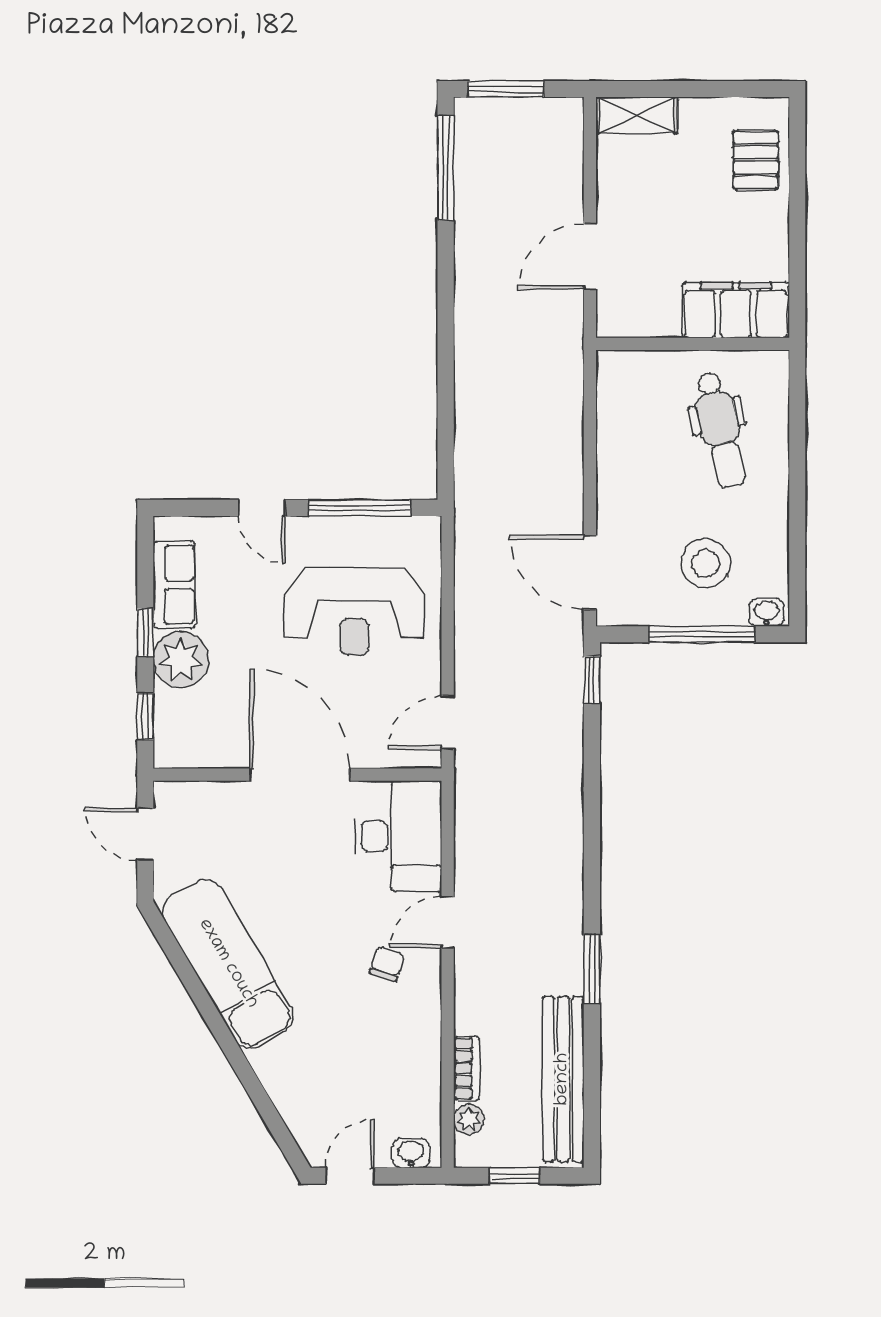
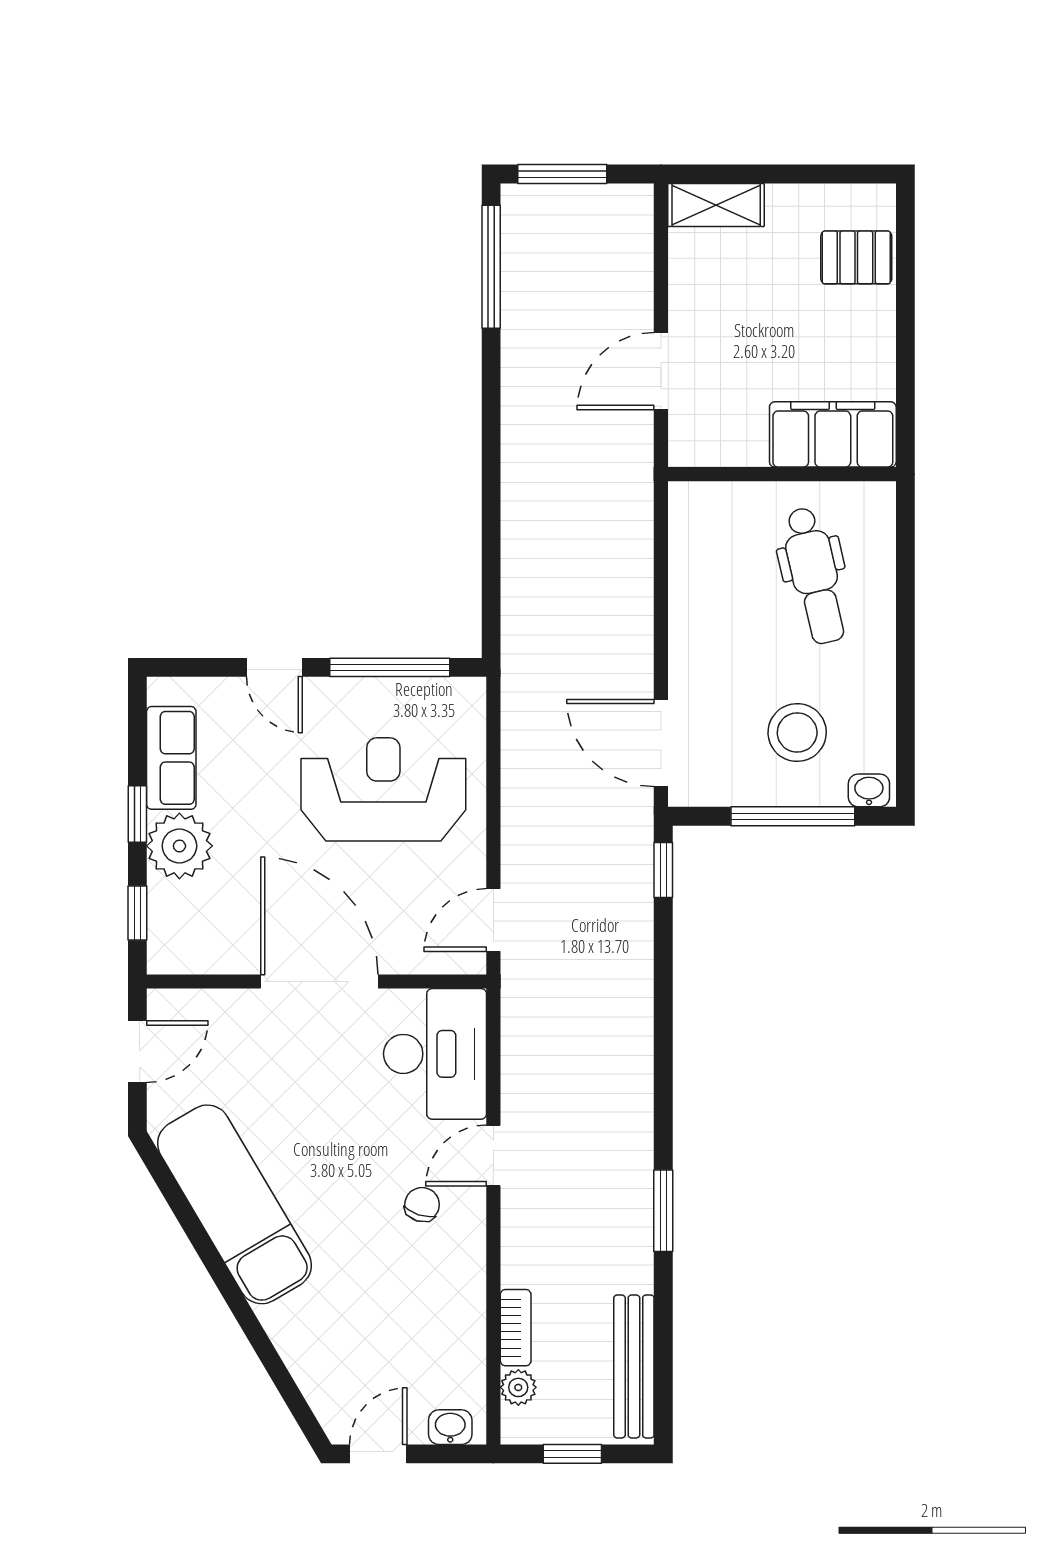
pallet: (756, 160) -> (856, 257), turned 90
reception desk: (354, 612) -> (383, 789), turned 180
door: (145, 834) -> (137, 1052), swing flipped
bench: (563, 1079) -> (634, 1366), width x0.73, depth x0.82

